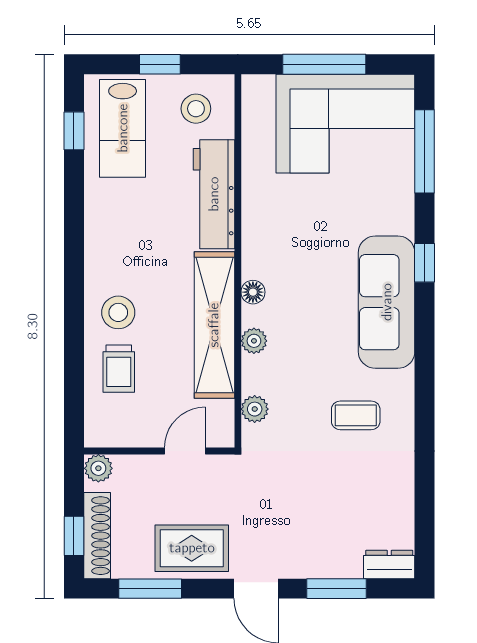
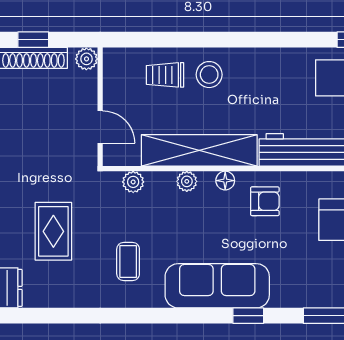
armchair: (279, 242) -> (265, 201), added
rug: (192, 548) -> (53, 231), moved

